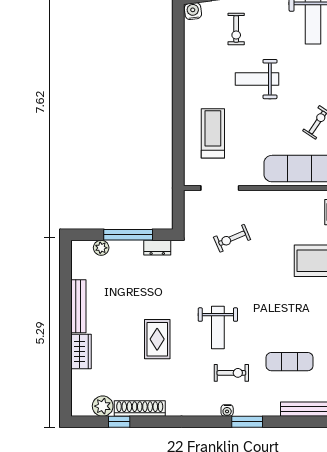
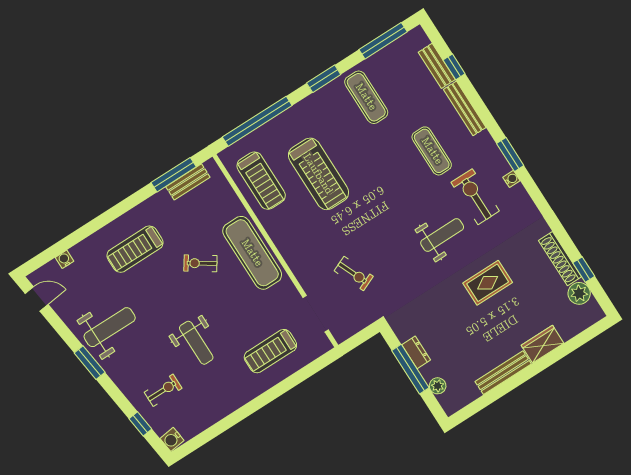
dresser: (157, 248) -> (416, 352), moved
exercise bike: (231, 373) -> (475, 197), width x1.38, depth x1.39

